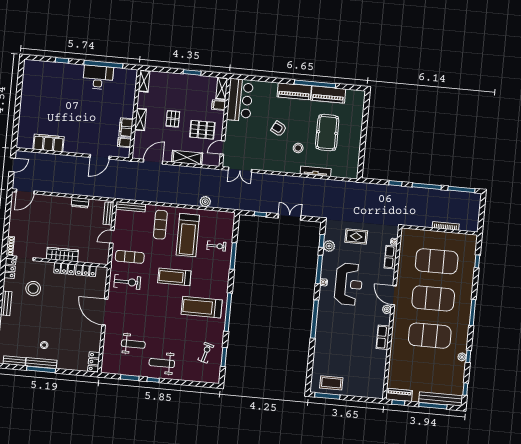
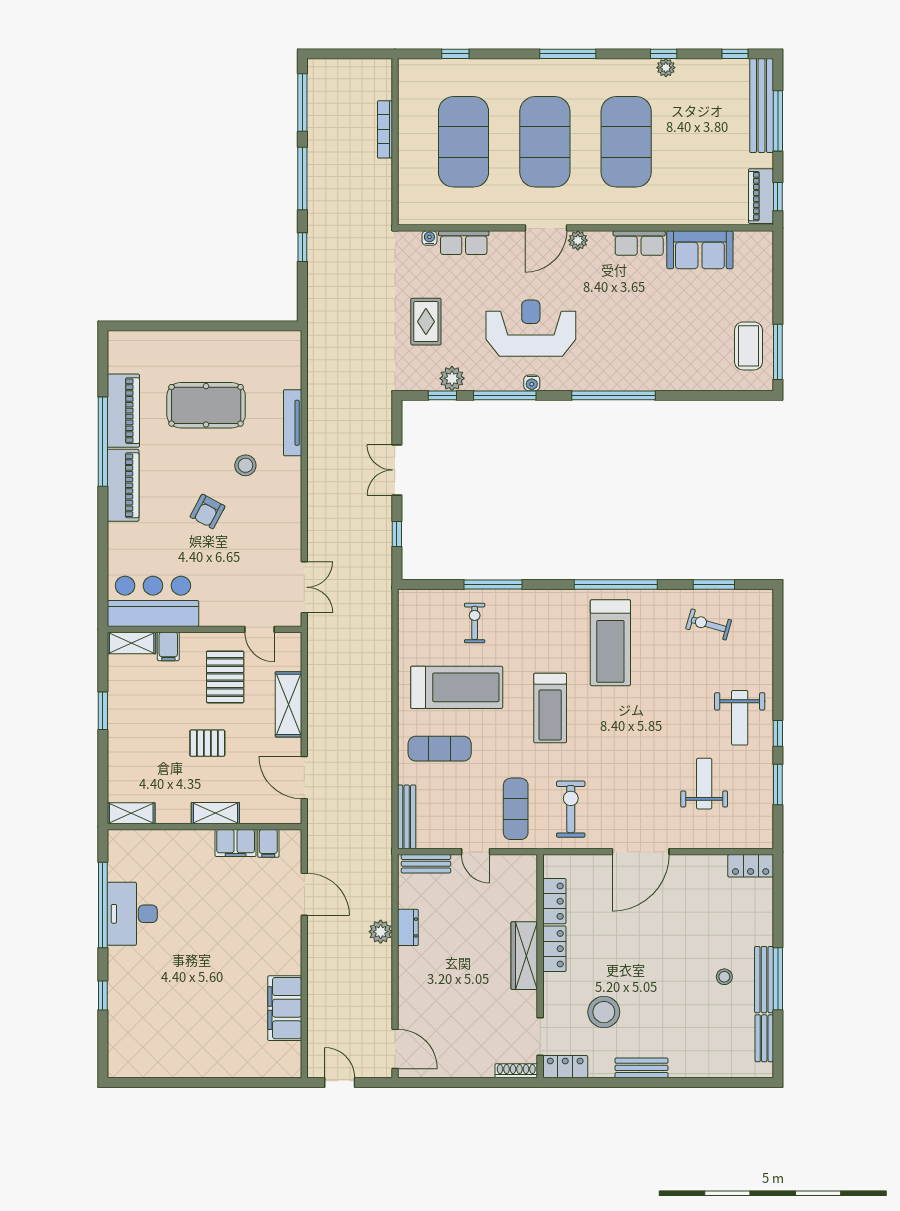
plant: (205, 202) -> (381, 932), moved
sofa: (377, 365) -> (700, 250), added

